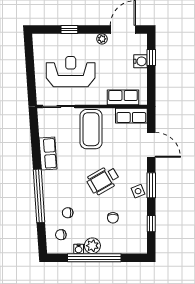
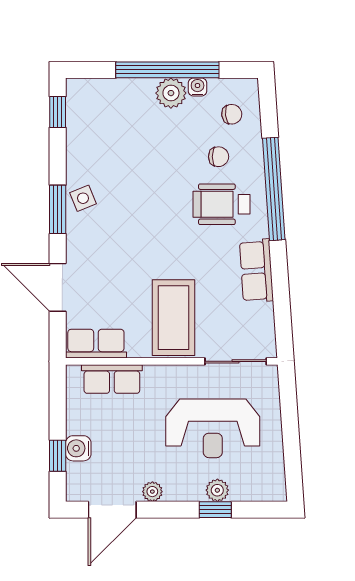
plant: (68, 40) -> (217, 490), added
wheelchair: (103, 180) -> (221, 204), moved, turned -150
chair: (113, 218) -> (131, 147), removed
window: (151, 224) -> (58, 112), moved

